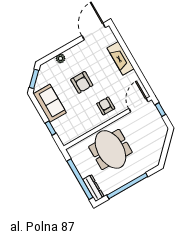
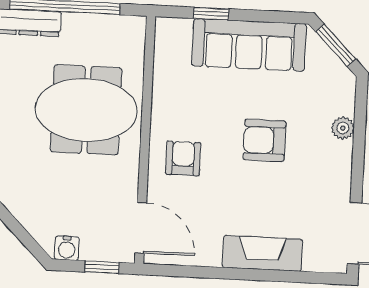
sofa: (50, 103) -> (249, 45), width x1.36
armchair: (106, 106) -> (183, 158), turned -90
water cooler: (162, 126) -> (67, 248), added

